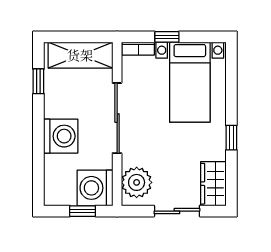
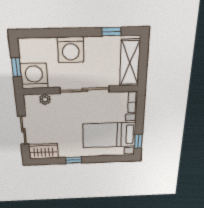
window: (167, 37) -> (138, 141), moved
plant: (137, 182) -> (45, 99), width x0.53, depth x0.53

